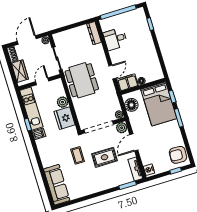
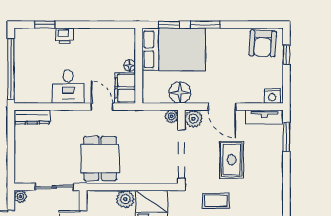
printer: (147, 38) -> (65, 36), added
desk: (115, 39) -> (68, 86), moved
dining table: (82, 80) -> (100, 158), width x0.73
floor lamp: (131, 105) -> (180, 93), moved

